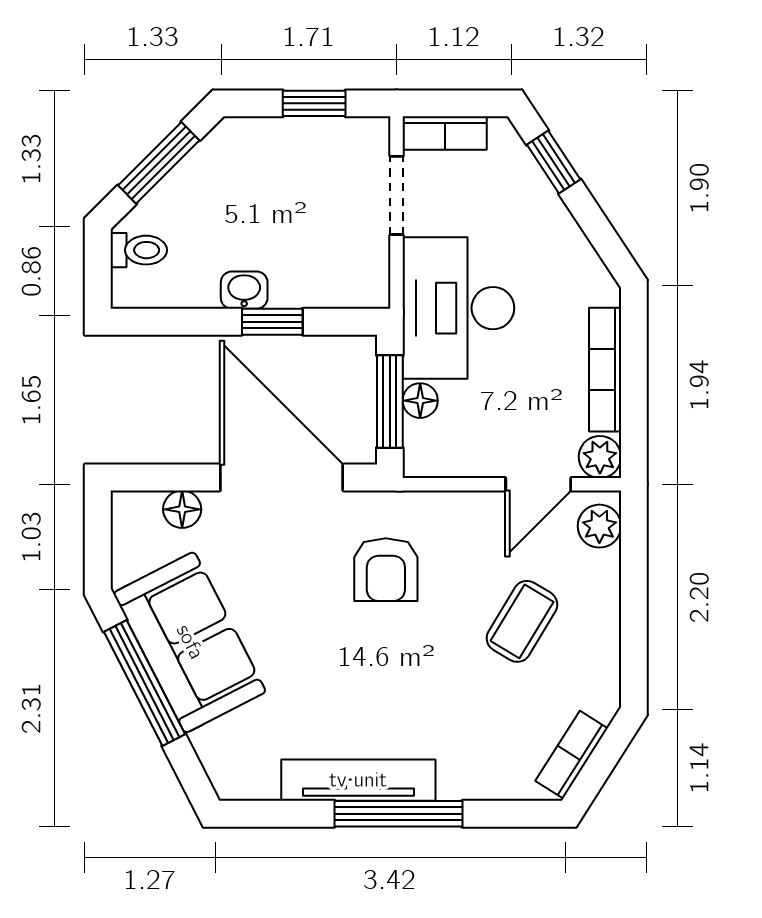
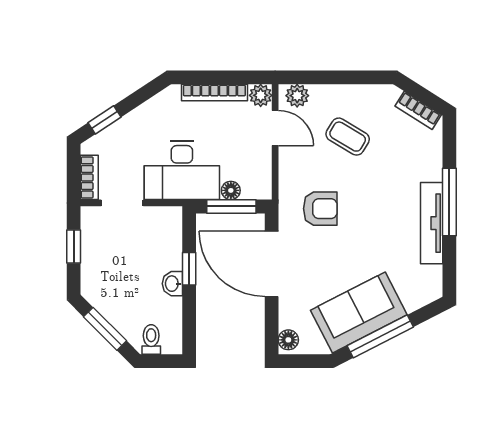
door: (282, 478) -> (272, 264), hinge flipped
floor lamp: (182, 509) -> (288, 340), moved

